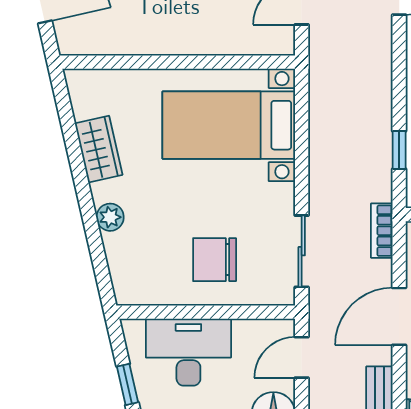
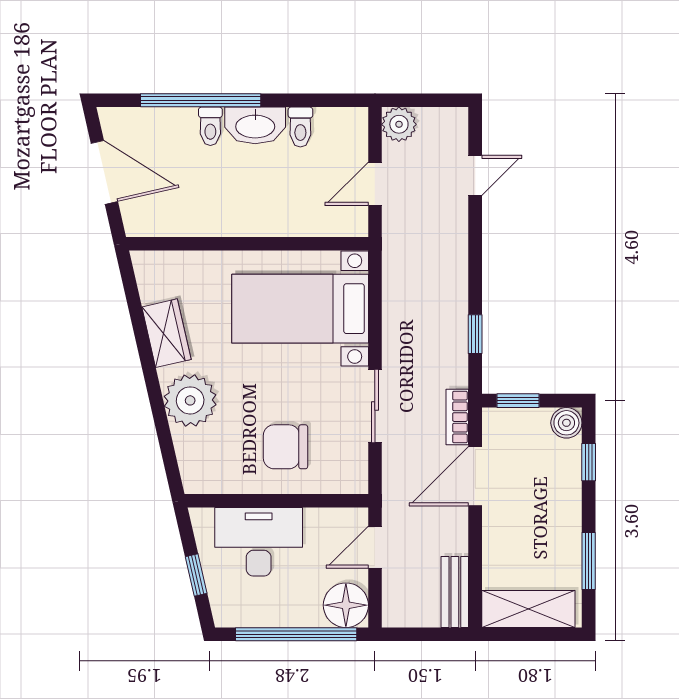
plant: (110, 217) -> (190, 400), width x1.88, depth x1.88
sliding door: (302, 251) -> (375, 406), moved
door: (399, 316) -> (475, 476), moved

